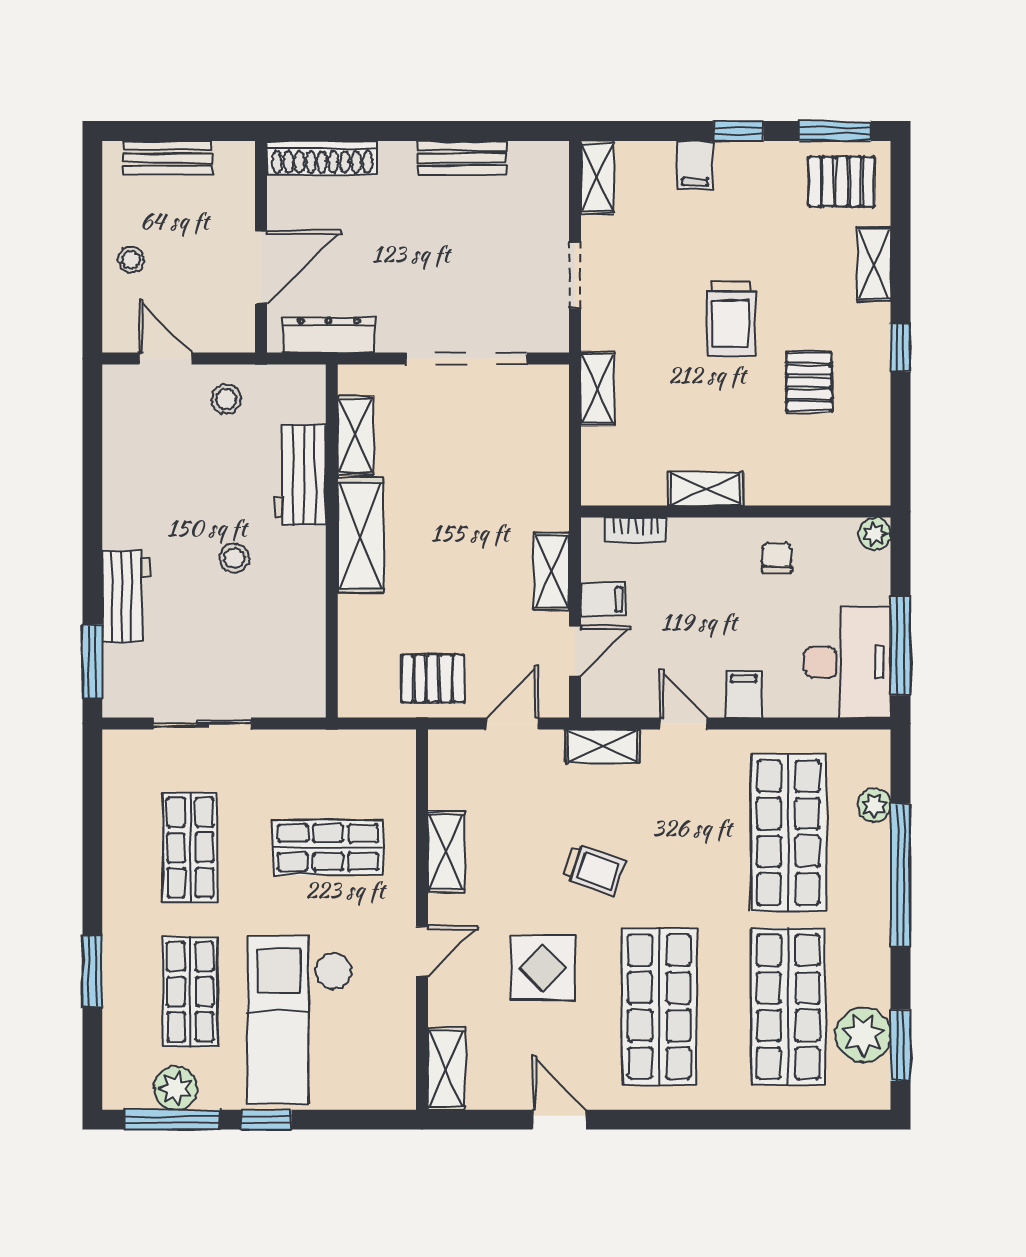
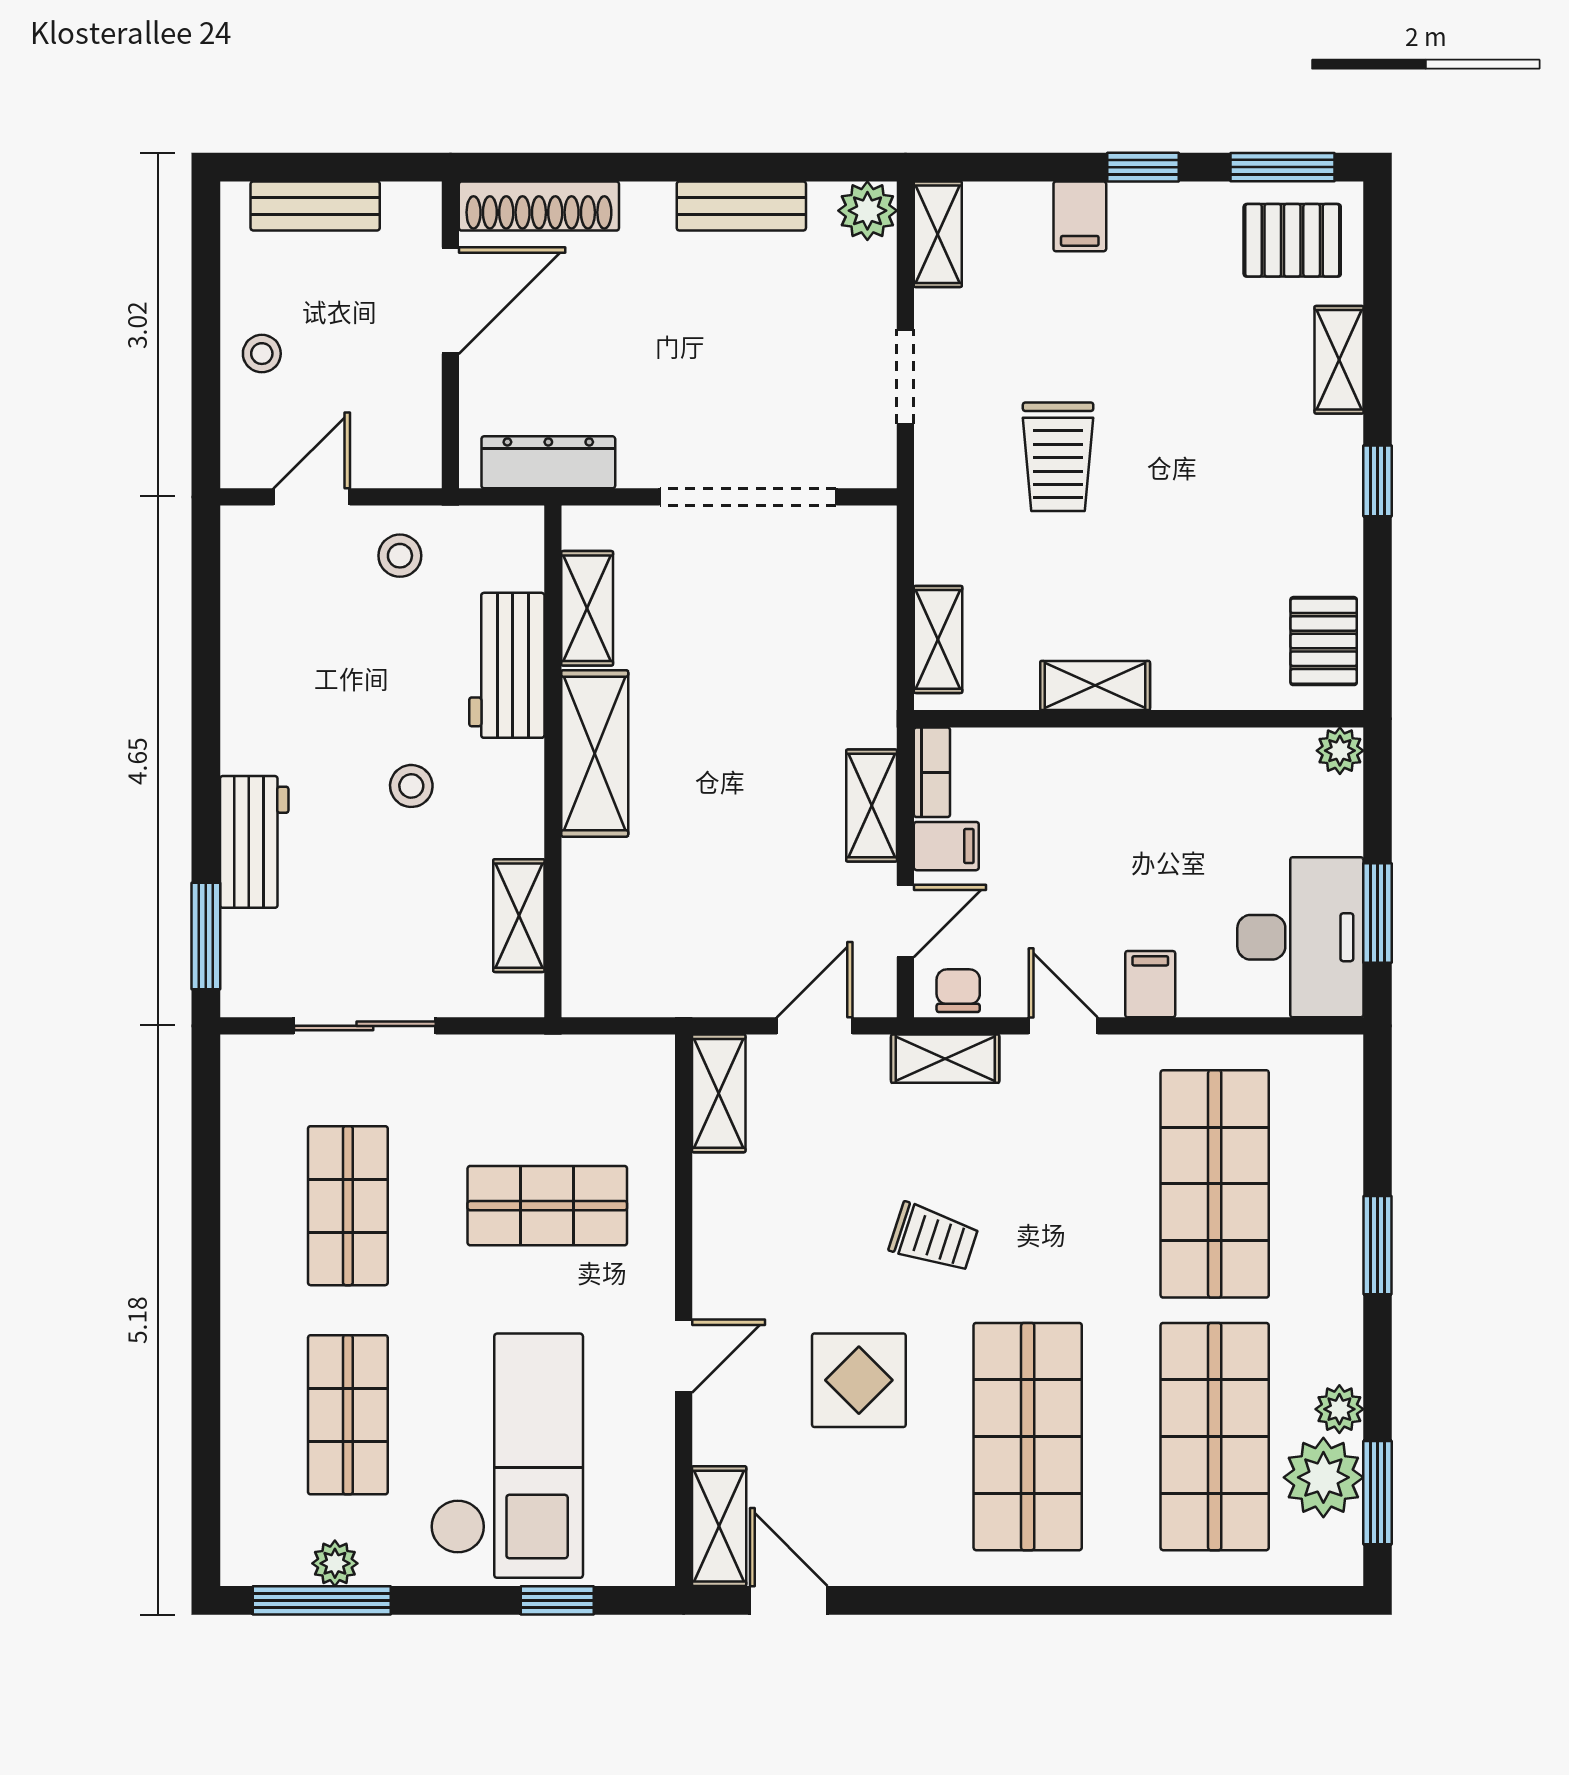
plant: (549, 161) -> (867, 211), added
door: (261, 267) -> (450, 301), moved
trolley: (731, 318) -> (1058, 457), moved
door: (165, 359) -> (312, 497), hinge flipped
pallet: (809, 382) -> (1324, 641), moved
shelving: (597, 389) -> (938, 639), moved
bookcase: (636, 530) -> (932, 772), moved, turned -90
chair: (777, 558) -> (958, 991), moved
window: (901, 646) -> (1377, 913), width x0.69
shelving: (308, 647) -> (519, 916), added
pallet: (433, 678) -> (700, 961), removed
plant: (874, 805) -> (1339, 1409), moved
shelving: (446, 852) -> (719, 1093), moved
window: (901, 875) -> (1377, 1245), width x0.47
window: (92, 971) -> (206, 1385), removed
checkout: (300, 1020) -> (507, 1456), turned 180
plant: (175, 1088) -> (335, 1563), width x0.73, depth x0.73
window: (266, 1120) -> (557, 1600), moved
door: (559, 1120) -> (789, 1600), moved

